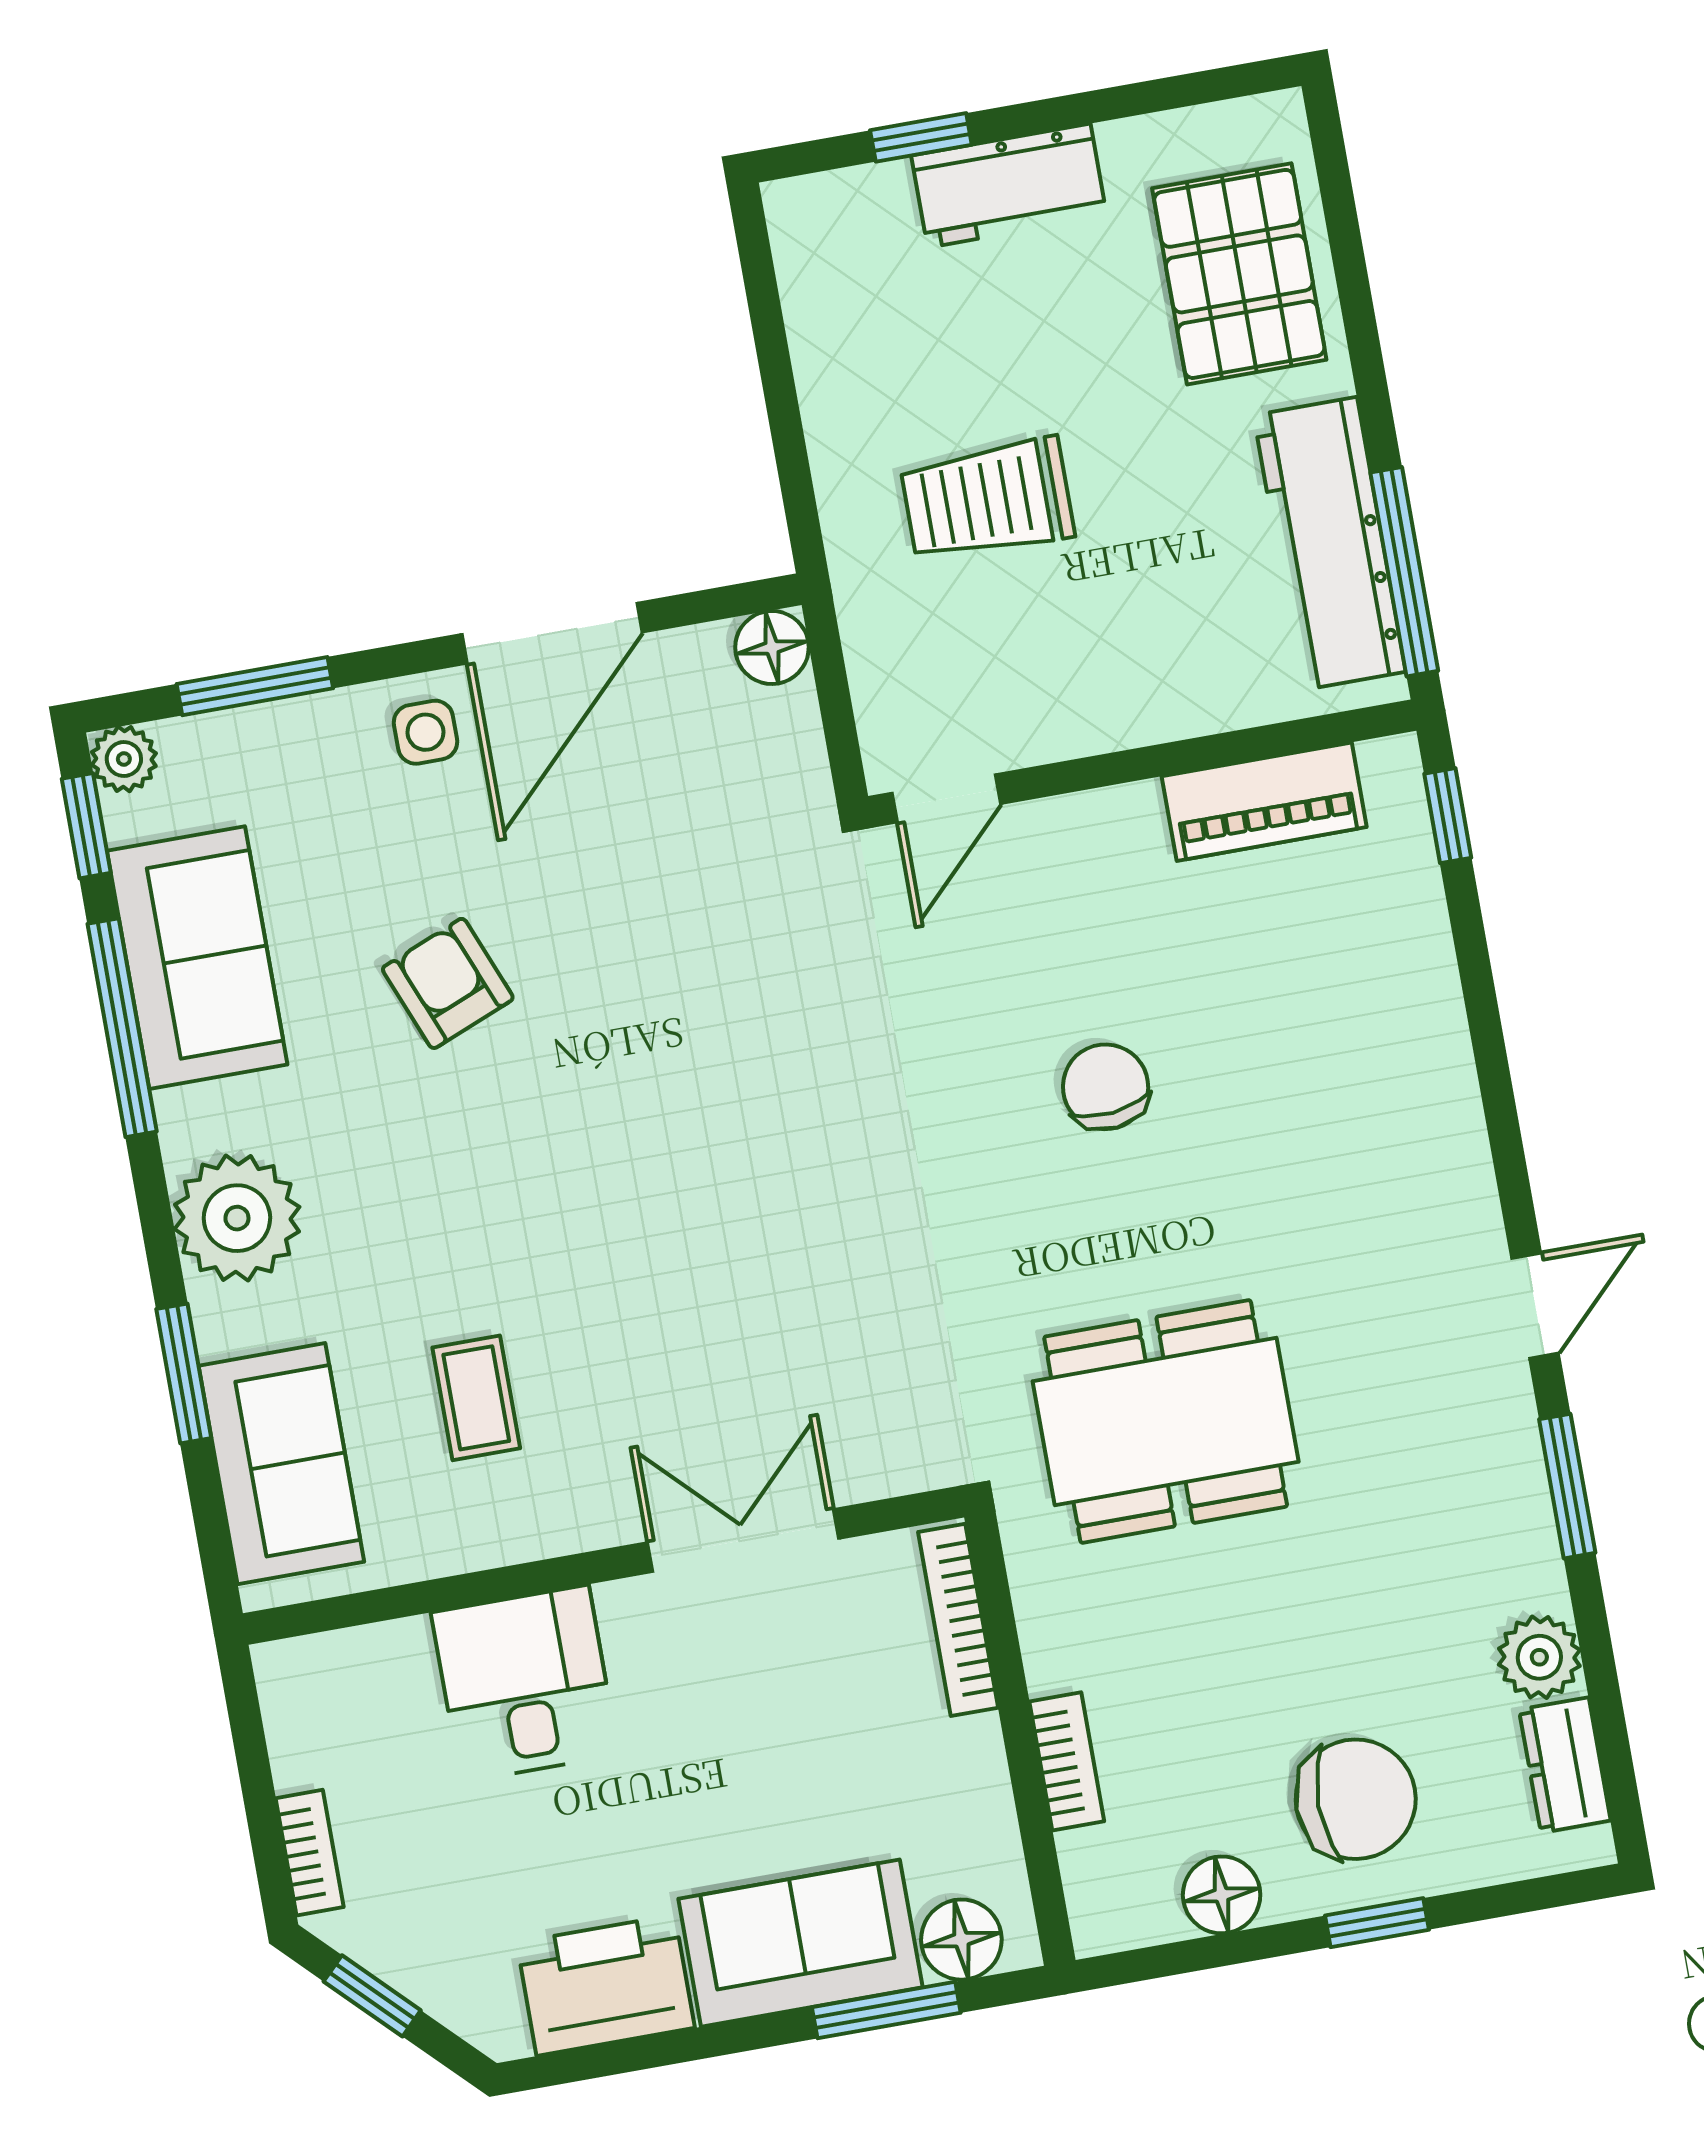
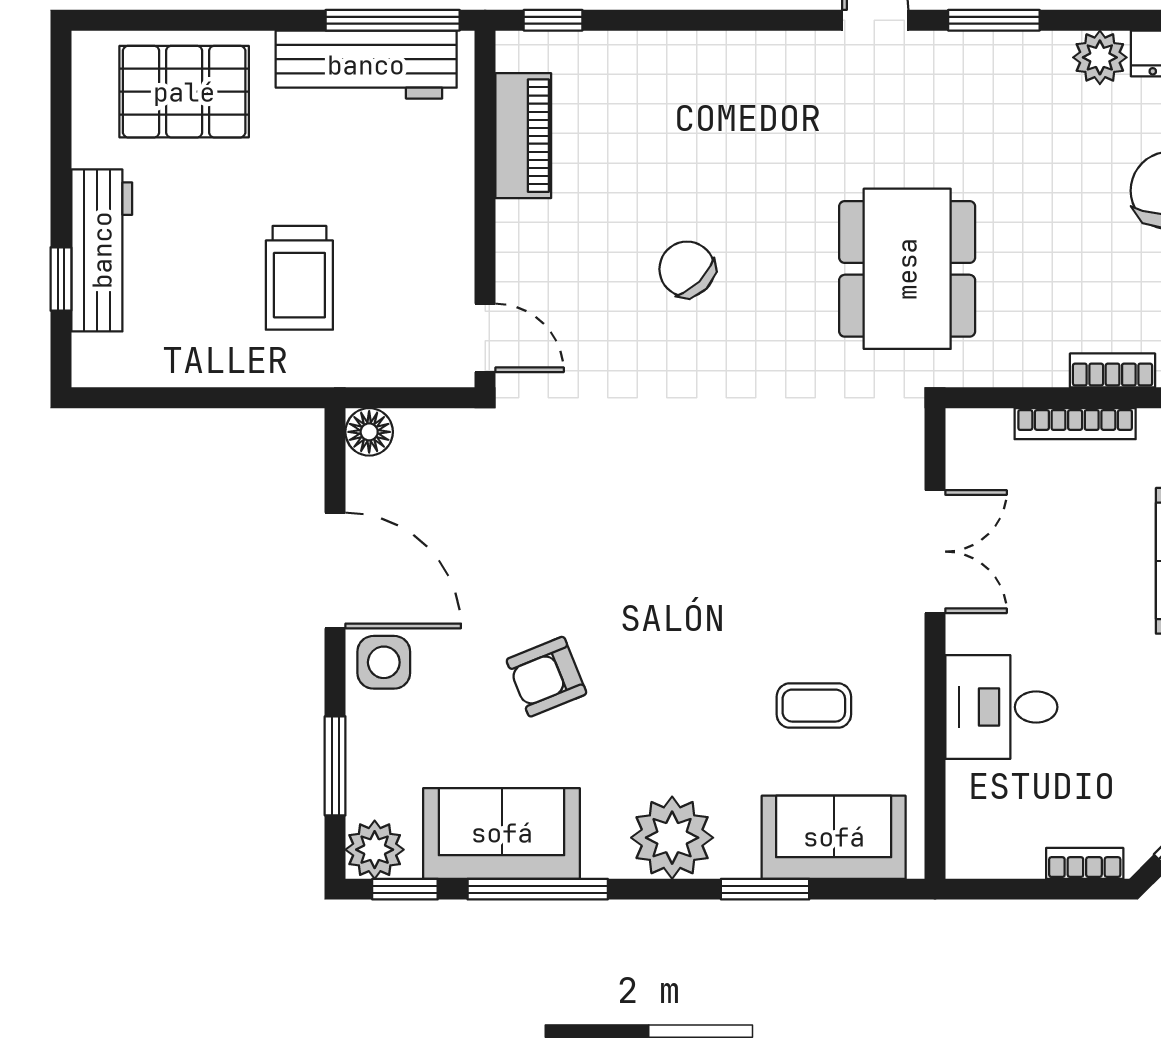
workbench: (1009, 186) -> (102, 250), width x1.38
side table: (426, 732) -> (384, 662), width x1.37, depth x1.37
plant: (124, 759) -> (375, 850), width x1.38, depth x1.38
chair: (1106, 1087) -> (687, 269), turned 51
double door: (743, 1540) -> (935, 552), swing flipped
bookcase: (958, 1620) -> (1075, 424), moved

